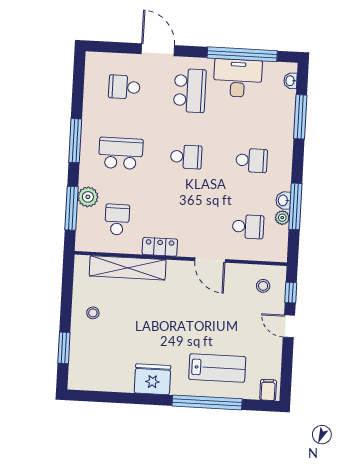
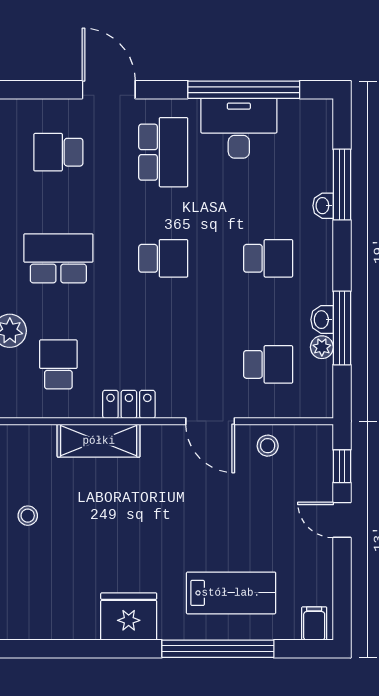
washbasin: (290, 81) -> (323, 206), moved
shelving: (128, 268) -> (99, 441), width x0.68
stool: (263, 286) -> (268, 446), moved

